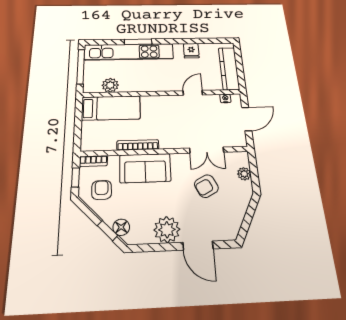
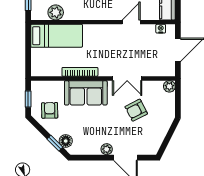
double door: (207, 150) -> (127, 78), moved
bookcase: (93, 161) -> (42, 85), removed
plant: (244, 174) -> (169, 86), moved
plant: (167, 230) -> (107, 149), width x0.53, depth x0.53

